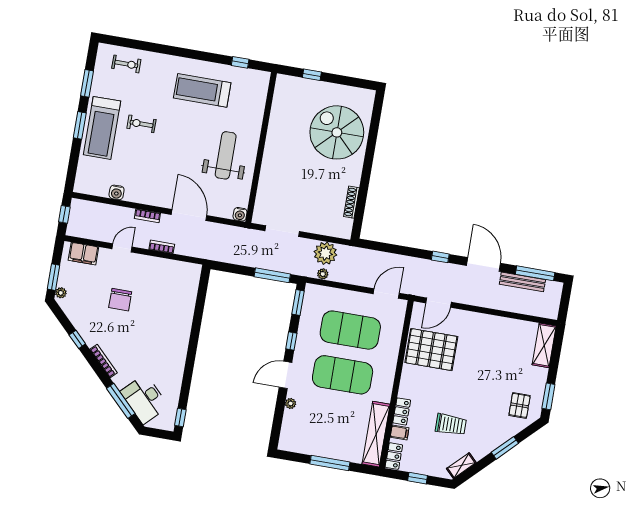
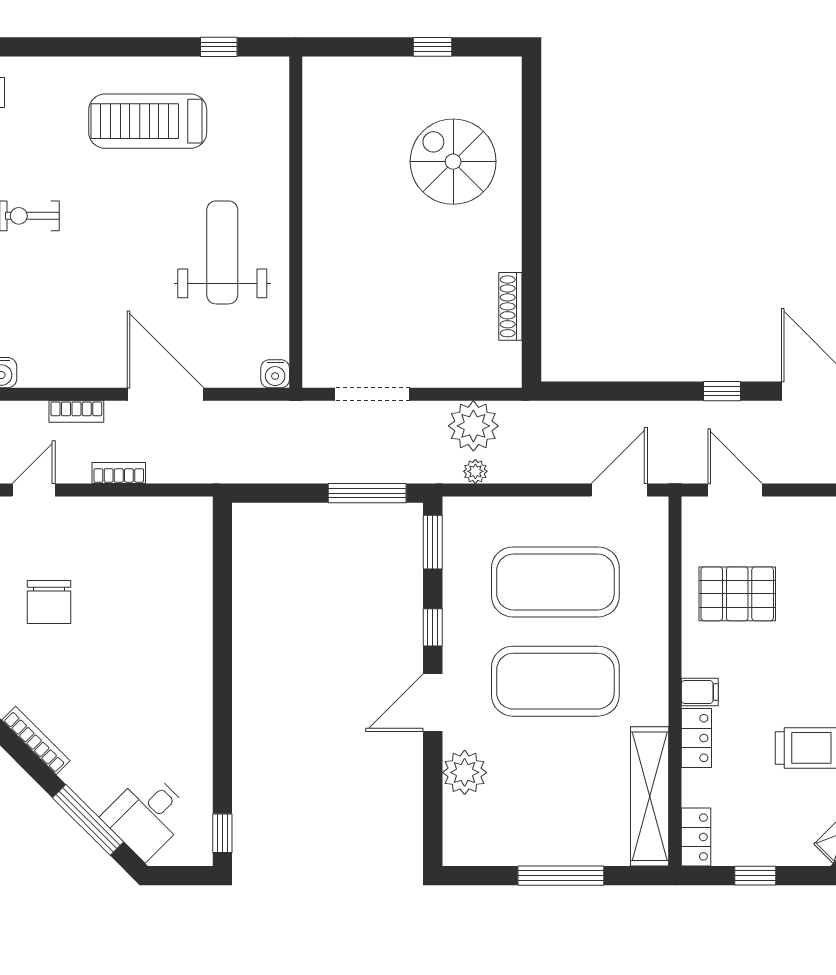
window: (312, 75) -> (432, 47), moved
spiral stairs: (337, 132) -> (453, 162), width x0.73, depth x0.73
door: (439, 303) -> (735, 490), swing flipped
pallet: (431, 350) -> (737, 594), width x0.73, depth x0.71
desk: (144, 399) -> (147, 815), width x0.73
plant: (291, 403) -> (465, 772), width x1.88, depth x1.88
filing cabinet: (400, 432) -> (700, 692), moved

